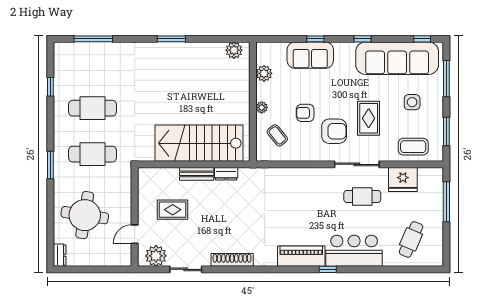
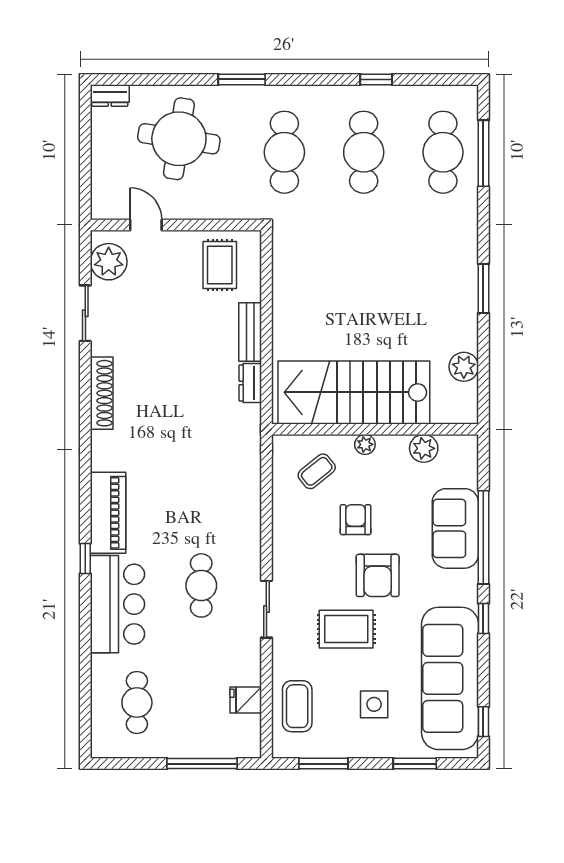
window: (315, 39) -> (483, 537), width x3.17
plant: (234, 50) -> (464, 367), moved
cafe table: (93, 62) -> (443, 152), added
window: (446, 79) -> (415, 764), width x0.69
window: (50, 87) -> (376, 79), moved
armchair: (334, 131) -> (378, 575), moved
stairs: (199, 143) -> (354, 392), moved, turned -90
sliding door: (357, 164) -> (266, 609), width x0.73
window: (50, 165) -> (242, 79), moved
fridge: (403, 179) -> (246, 700), width x0.53, depth x0.75
cafe table: (362, 196) -> (201, 585), moved
rug: (173, 210) -> (220, 265), moved
cafe table: (411, 239) -> (137, 703), turned 67

